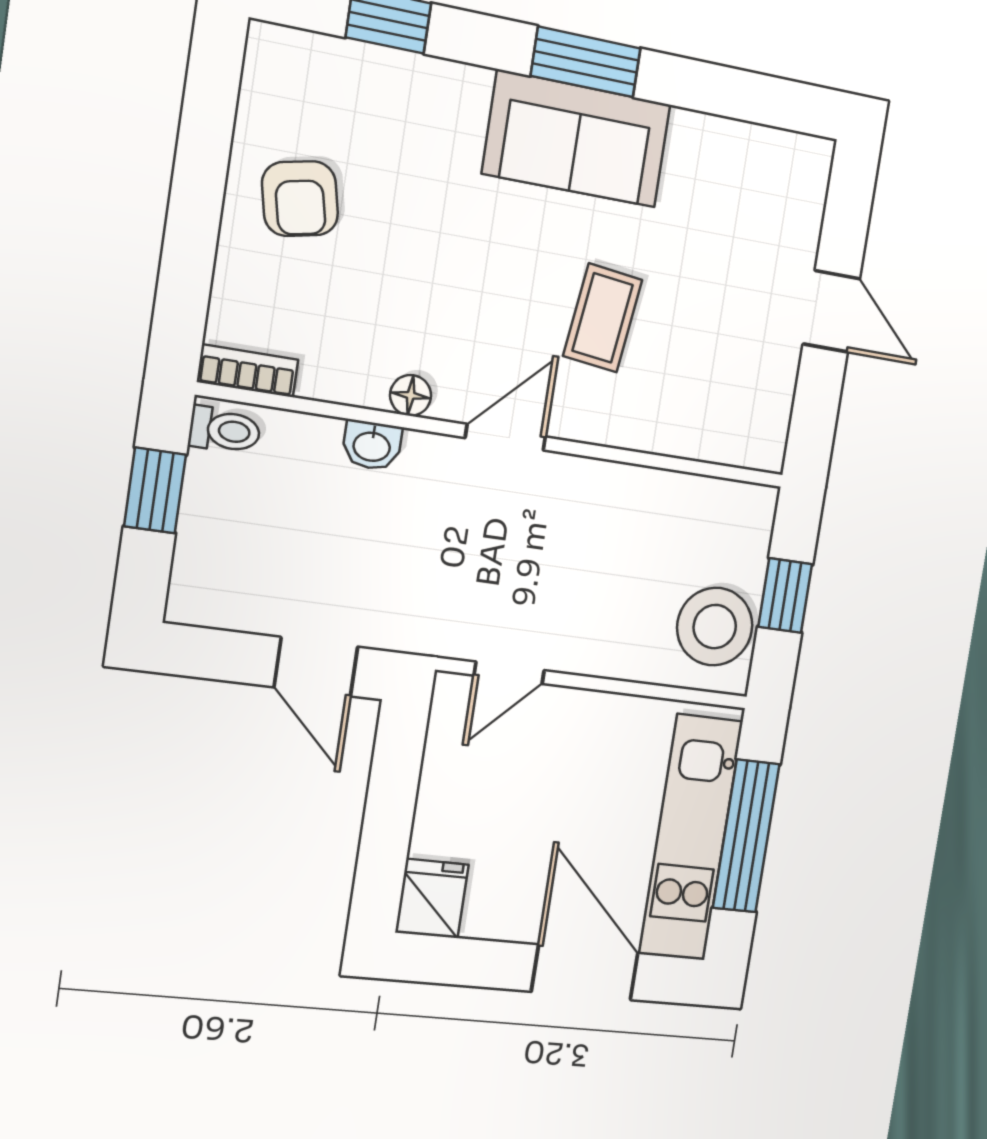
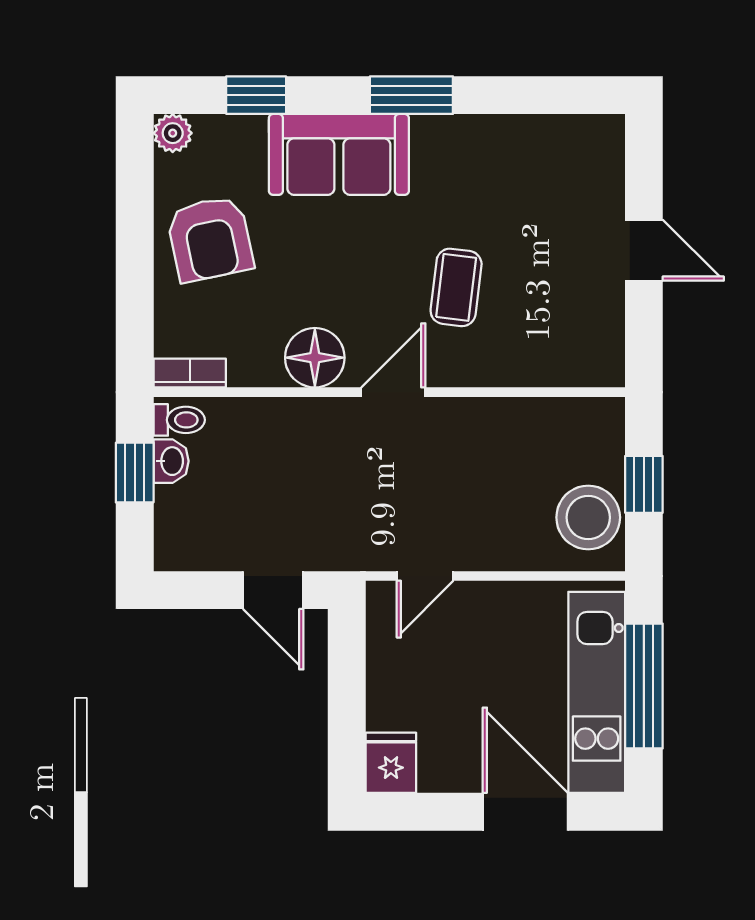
plant: (271, 48) -> (173, 133), added
sofa: (577, 139) -> (339, 154), moved
armchair: (300, 199) -> (210, 239), width x1.38, depth x1.38
floor lamp: (411, 395) -> (315, 358), width x1.89, depth x1.89
washbasin: (372, 445) -> (171, 461), moved, turned -90

